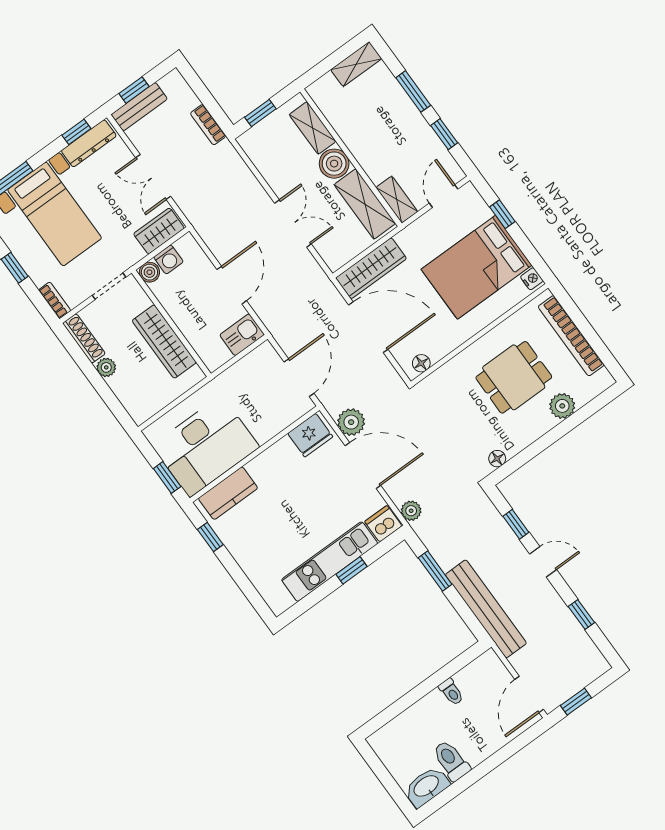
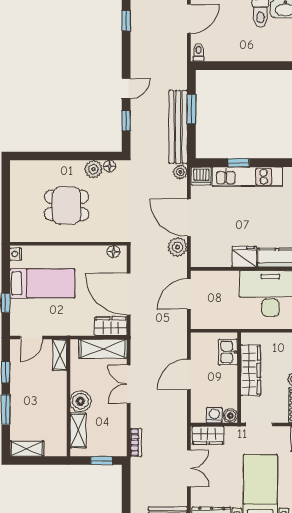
bookcase: (208, 125) -> (136, 442), moved
shelving: (365, 204) -> (103, 349), moved, turned 90
bed: (477, 267) -> (42, 283), width x0.67
wardrobe: (371, 268) -> (111, 326), width x0.67
kitchen sink: (242, 335) -> (228, 352), moved, turned 90
bookcase: (571, 336) -> (17, 205), removed
plant: (562, 406) -> (93, 169), moved
fridge: (310, 435) -> (244, 257), moved
door: (543, 562) -> (126, 88), swing flipped
window: (435, 571) -> (191, 109), moved
bench: (486, 609) -> (178, 127), moved
window: (581, 614) -> (126, 21), moved
toilet: (451, 692) -> (199, 52), moved

